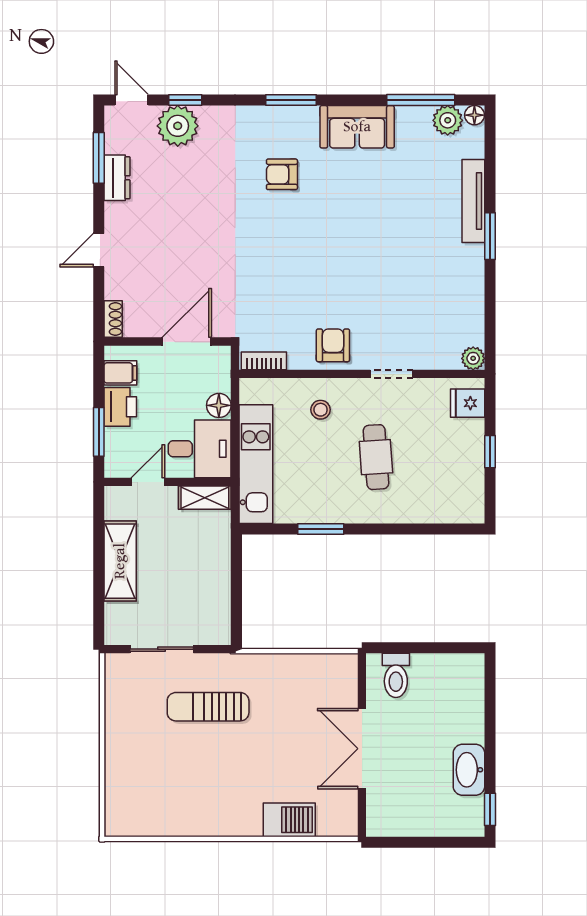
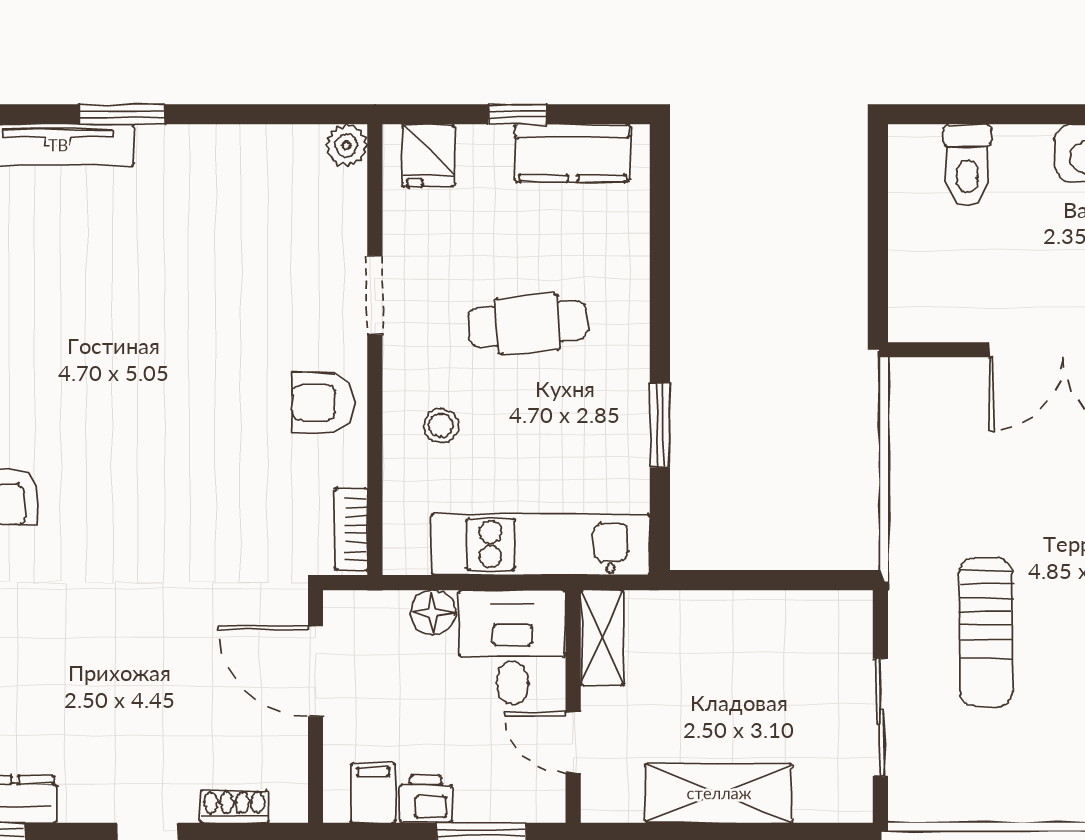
shoe rack: (113, 319) -> (234, 806), moved
printer: (120, 407) -> (426, 799), width x0.73, depth x0.81
kitchen counter: (469, 481) -> (572, 153), added
toilet: (396, 675) -> (967, 165), moved, turned 90

